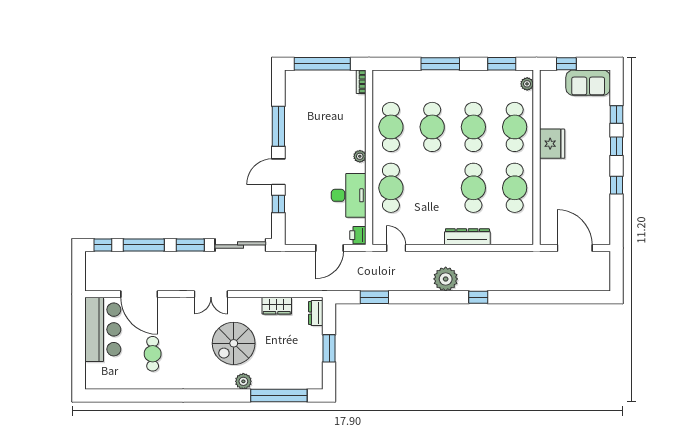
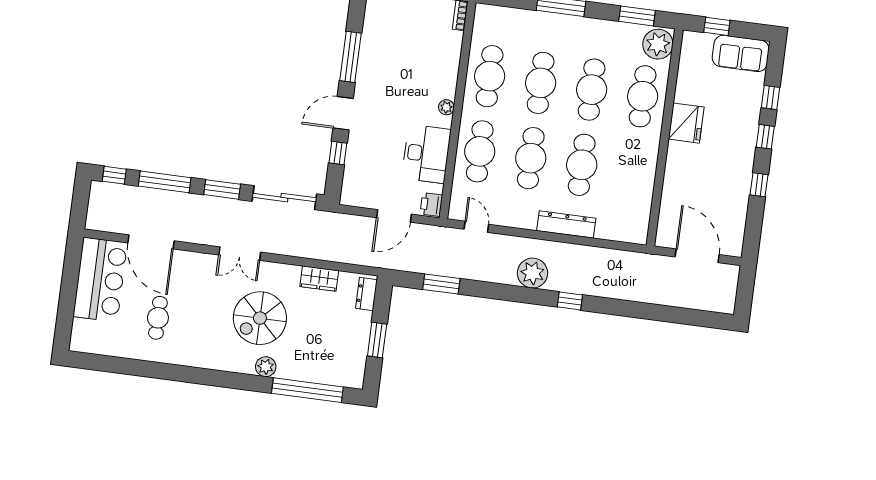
plant: (527, 84) -> (658, 44), width x1.88, depth x1.88
cafe table: (515, 188) -> (531, 158), moved

